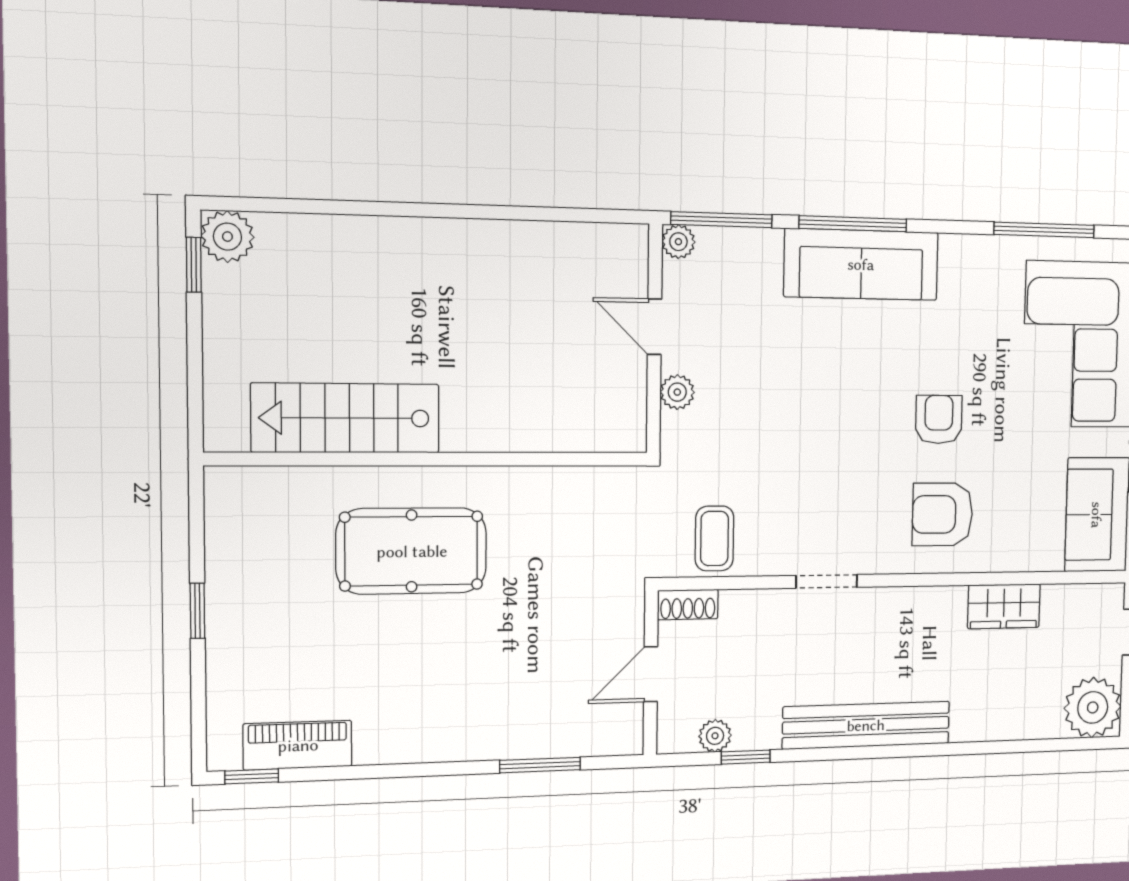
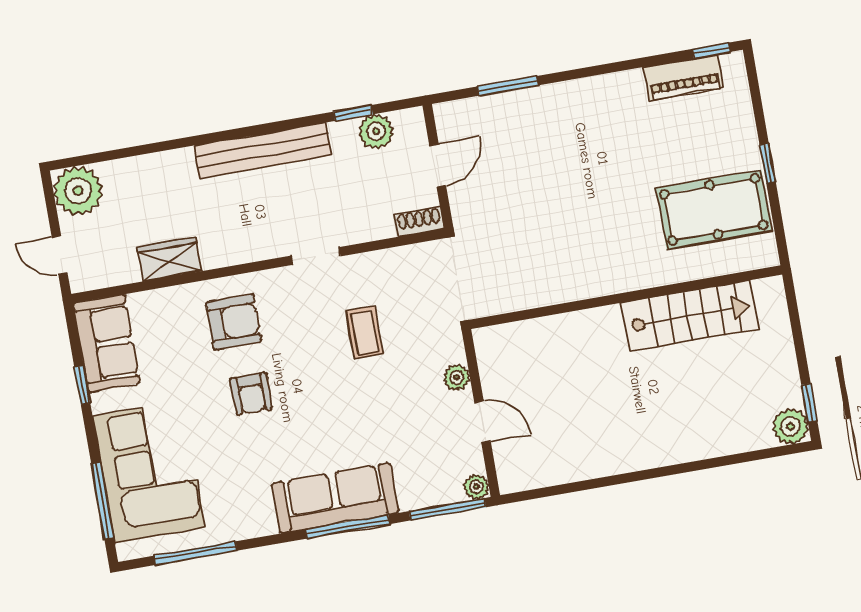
coffee table: (714, 538) -> (365, 332), moved
pool table: (412, 551) -> (714, 210), moved
plant: (715, 736) -> (376, 131), width x1.38, depth x1.38

